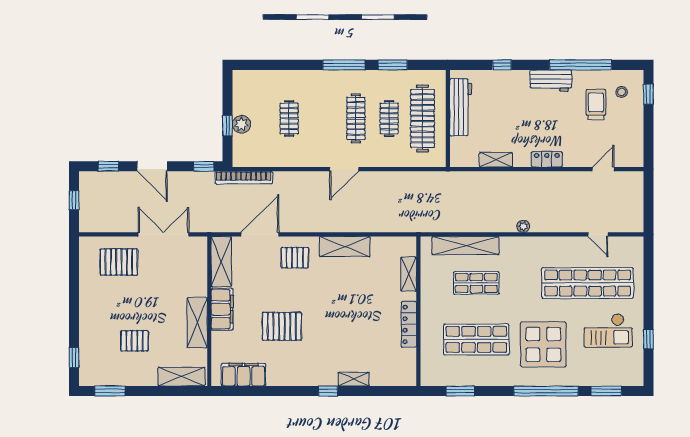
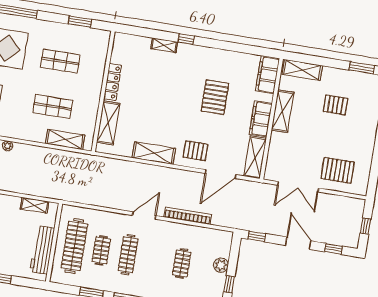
window: (228, 126) -> (229, 284), moved
shelving: (496, 160) -> (35, 205), moved
bookcase: (244, 178) -> (188, 216), moved
shelving: (465, 246) -> (65, 139), width x0.68
shelving: (409, 274) -> (108, 123), width x1.50, depth x1.33
pallet: (282, 326) -> (215, 97), turned 90
shop shelf: (476, 339) -> (60, 61), width x0.70, depth x0.74
filing cabinet: (244, 375) -> (268, 75), moved, turned 90

